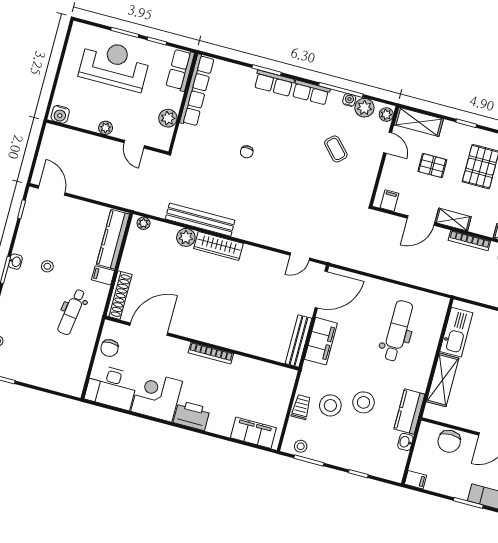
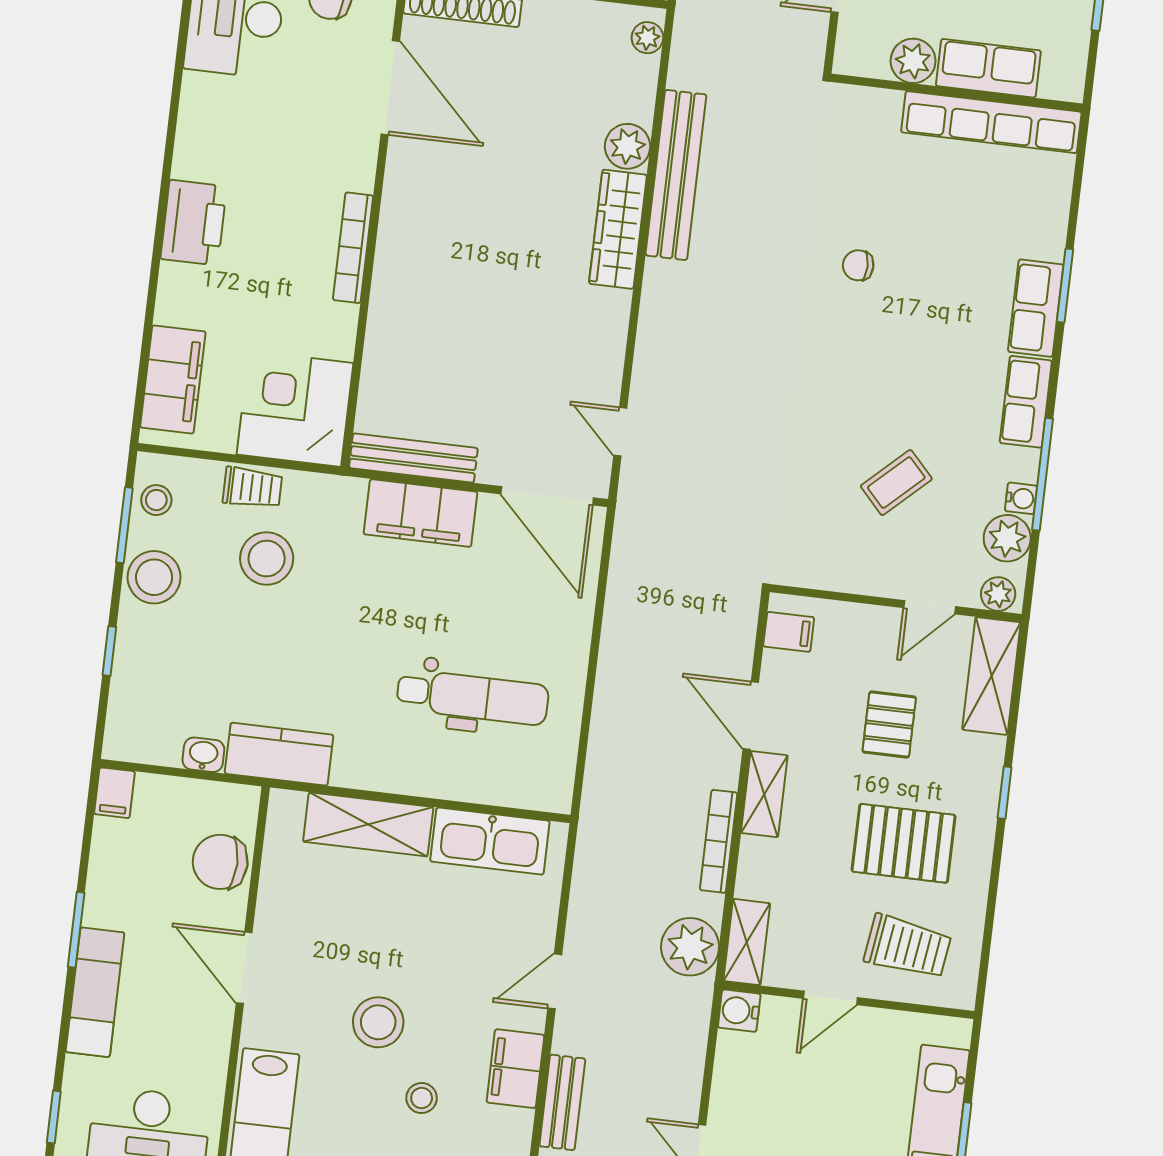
row of seats: (180, 70) -> (988, 68), moved
corner desk: (157, 396) -> (295, 409), moved, turned -90
stool: (363, 402) -> (154, 577), moved

